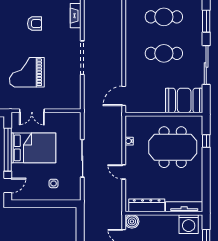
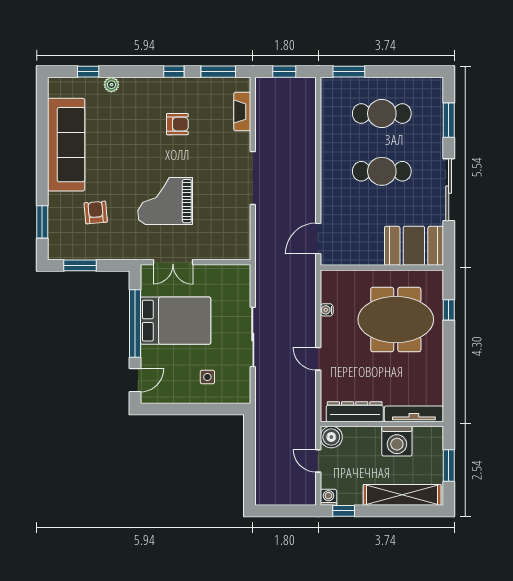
washing machine: (189, 224) -> (397, 441), moved

